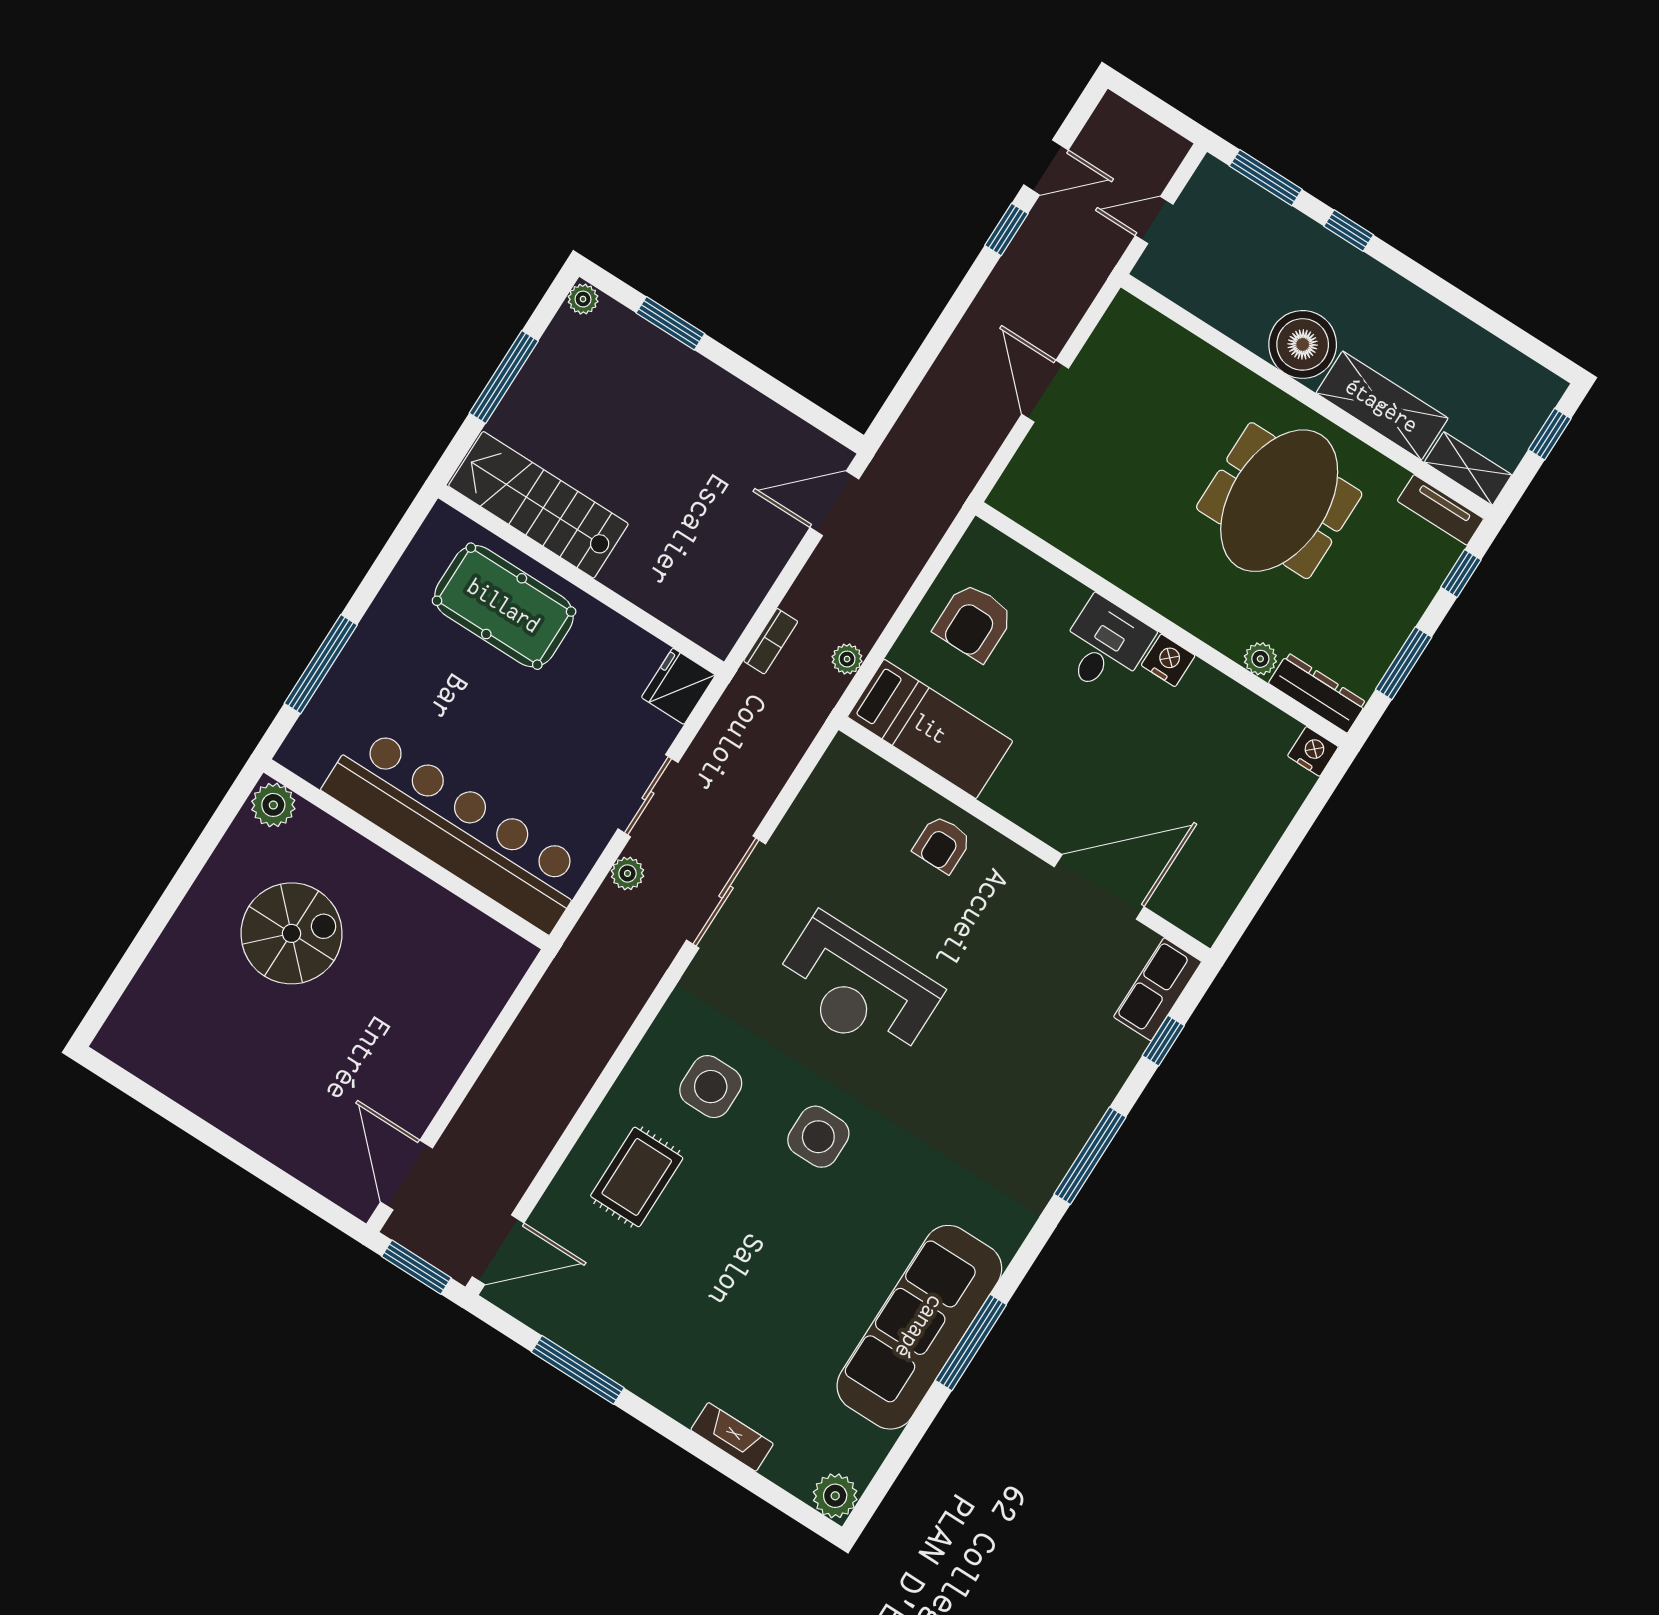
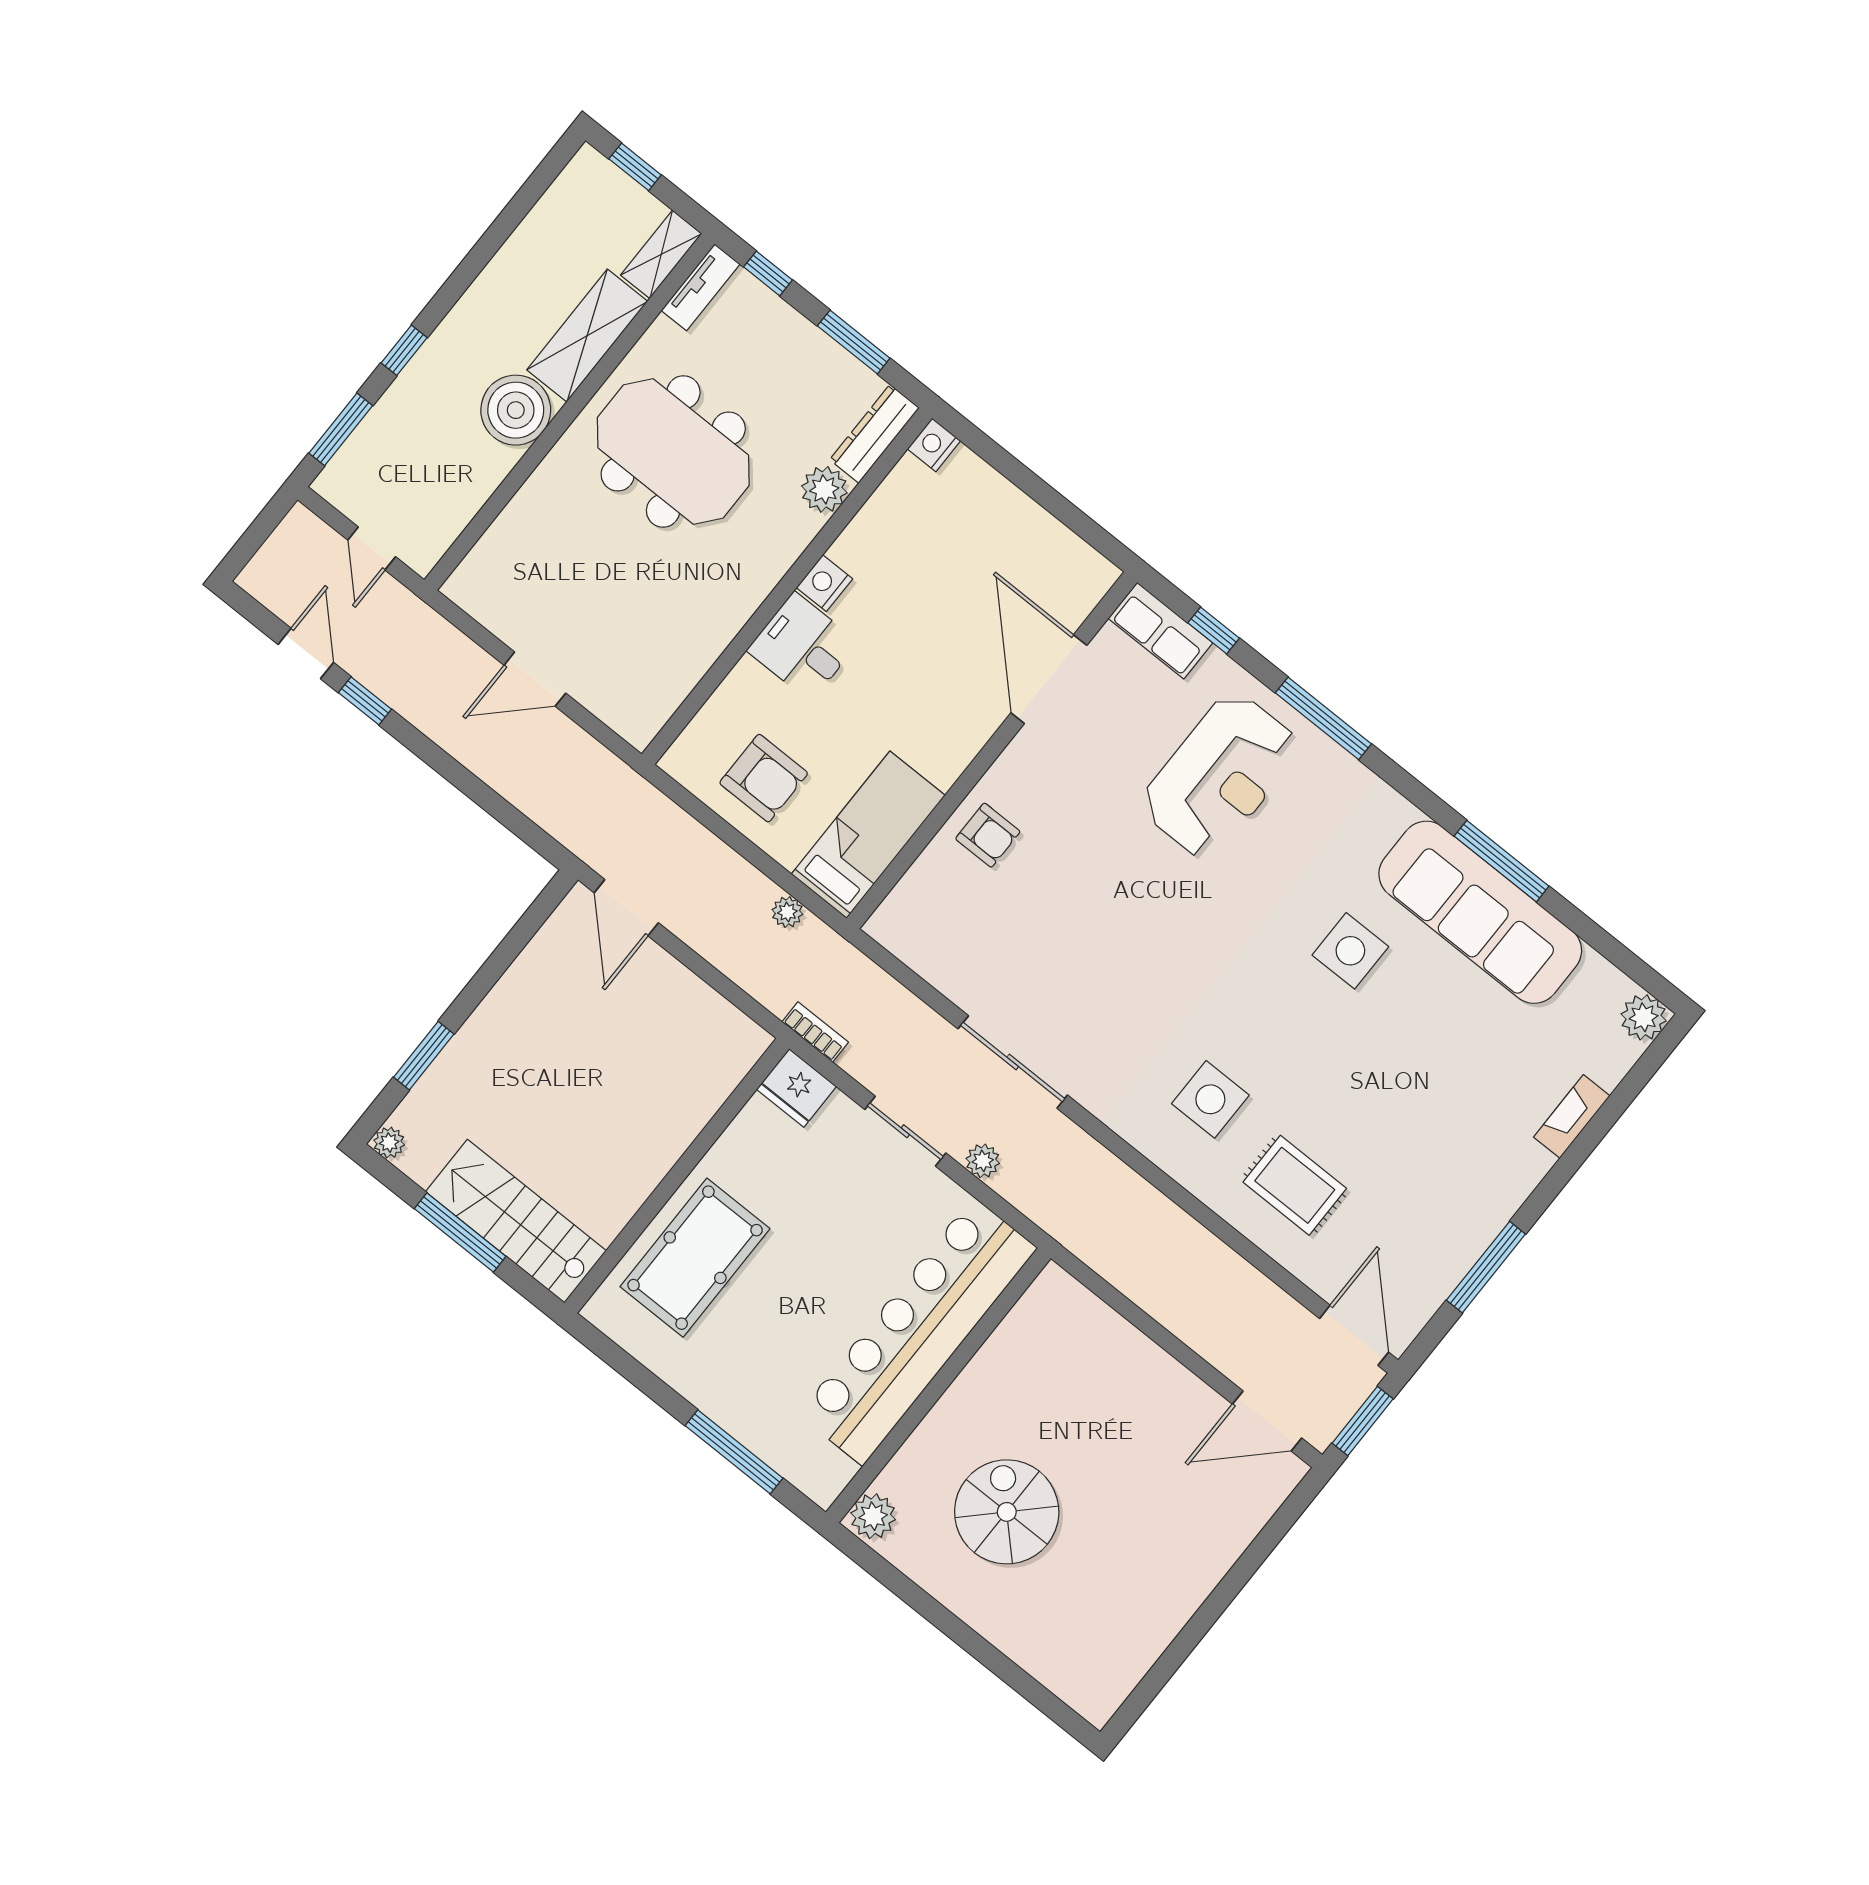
stairs: (538, 505) -> (516, 1221), moved, turned 90
bookcase: (771, 641) -> (815, 1032), moved
plant: (1260, 659) -> (824, 489), width x1.38, depth x1.38
reception desk: (857, 989) -> (1220, 776), moved
side table: (818, 1137) -> (1350, 951), moved

